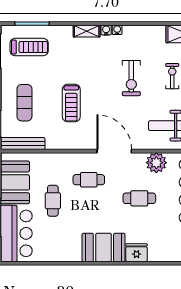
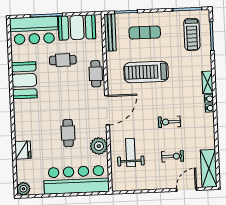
exercise bike: (131, 78) -> (169, 122), width x0.73, depth x0.72
treadmill: (71, 103) -> (146, 72), width x1.37, depth x1.38
cafe table: (89, 180) -> (96, 74), moved
booth: (103, 247) -> (24, 80), moved
fridge: (137, 253) -> (23, 150), moved

